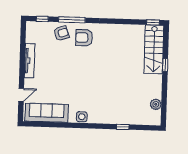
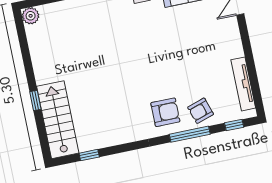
window: (153, 22) -> (89, 155), moved
tv unit: (30, 61) -> (243, 84), moved
plant: (156, 104) -> (31, 16), moved

